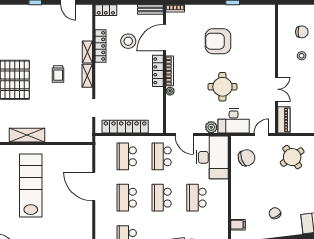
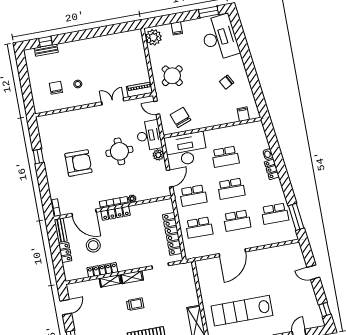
locker: (106, 10) -> (65, 252), moved
armchair: (218, 41) -> (78, 163), turned -90

